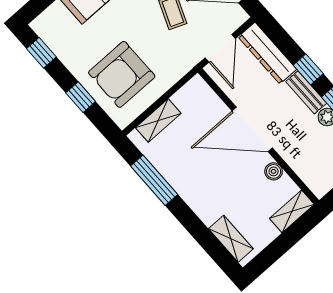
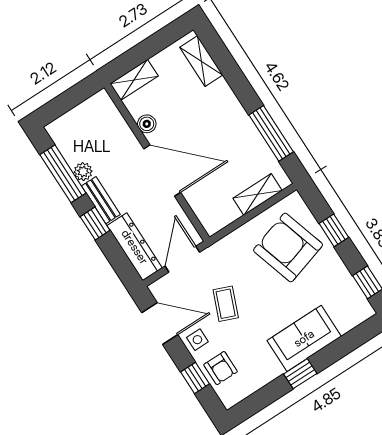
armchair: (122, 74) -> (288, 247), turned -107

